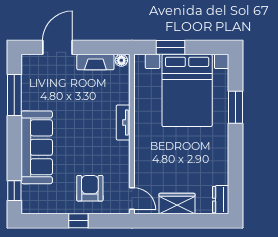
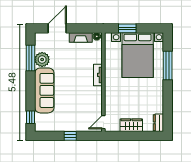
plant: (33, 98) -> (42, 60), added
window: (236, 107) -> (168, 66), width x1.44
armchair: (90, 188) -> (77, 116), removed
door: (132, 199) -> (103, 122), swing flipped

